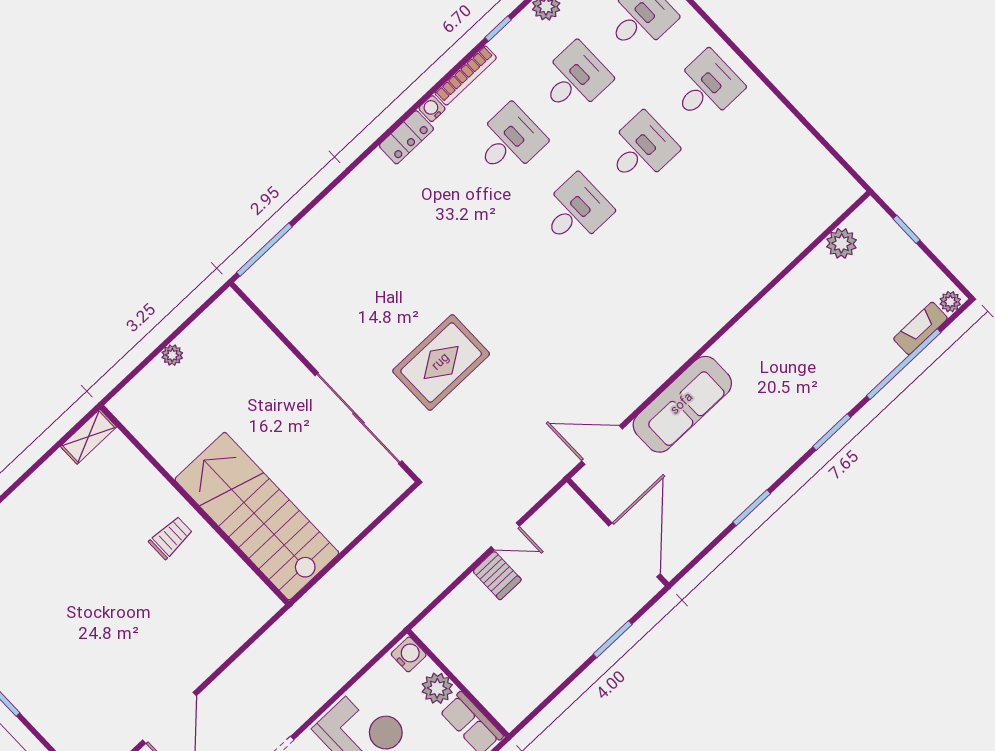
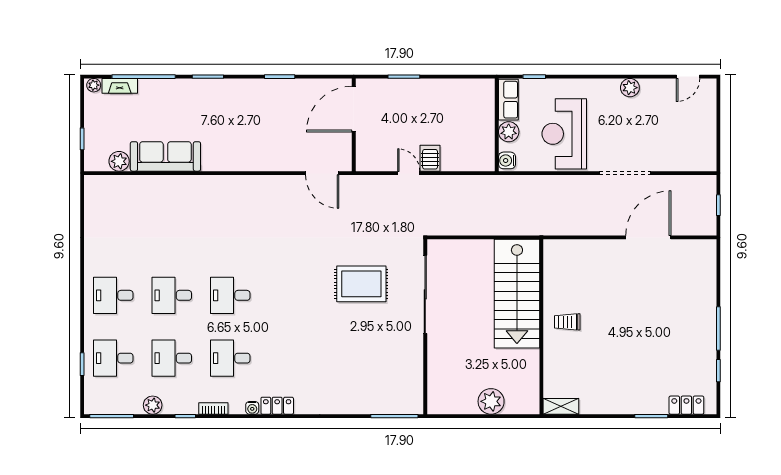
bookcase: (466, 75) -> (213, 408), width x0.64
plant: (172, 355) -> (491, 401), width x1.87, depth x1.87
sofa: (682, 404) -> (165, 156), moved

